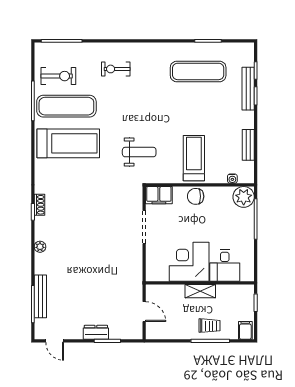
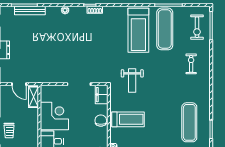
exercise bike: (58, 76) -> (197, 27), moved
shelving: (200, 291) -> (34, 97), moved
door: (144, 312) -> (19, 84), hinge flipped

